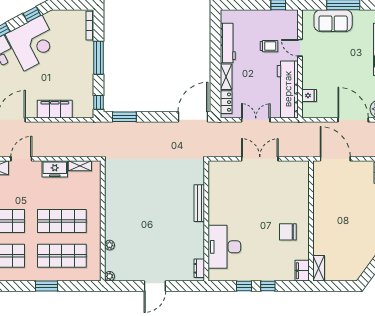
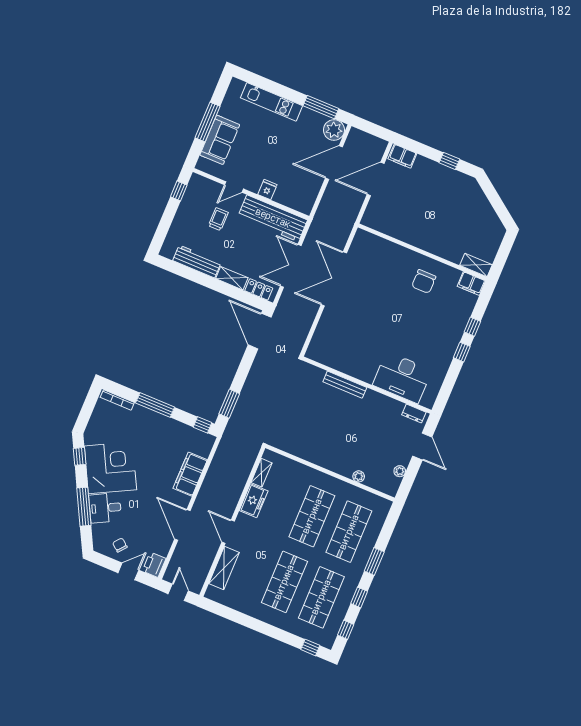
fridge: (309, 96) -> (267, 190), moved
double door: (256, 120) -> (291, 266), width x1.37
double door: (260, 159) -> (334, 279), width x1.36
door: (335, 159) -> (376, 179), moved
bench: (199, 203) -> (345, 385), moved
wall: (206, 221) -> (367, 385), moved
desk: (224, 247) -> (402, 377), moved
dresser: (199, 268) -> (414, 414), moved
plant: (110, 276) -> (400, 471), moved
window: (13, 286) -> (359, 597), added

